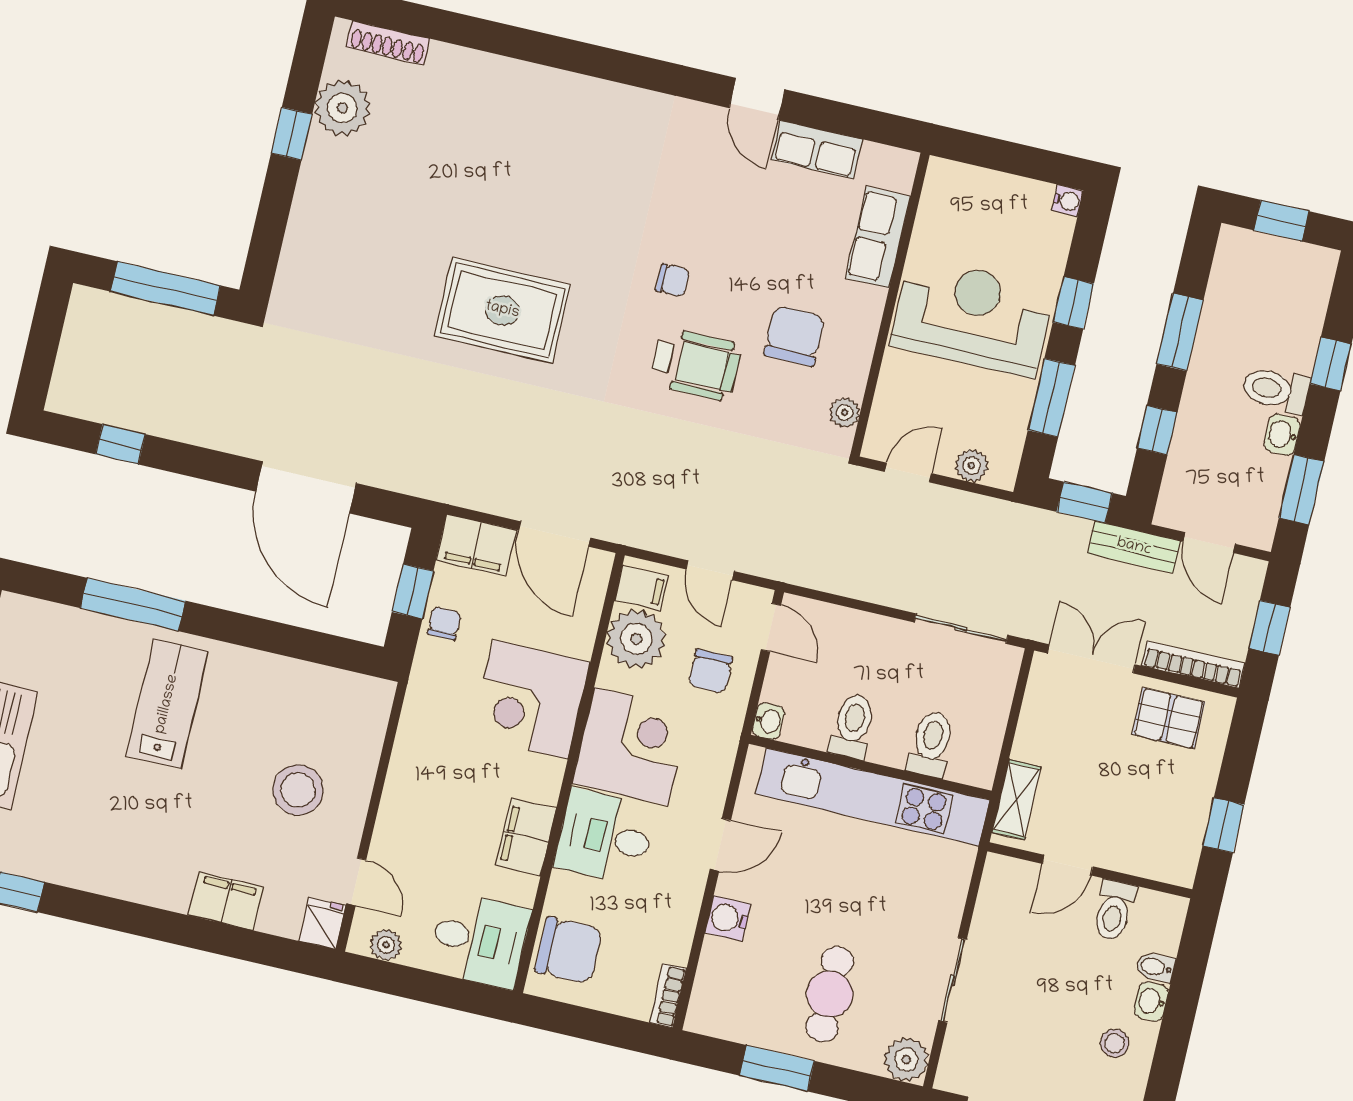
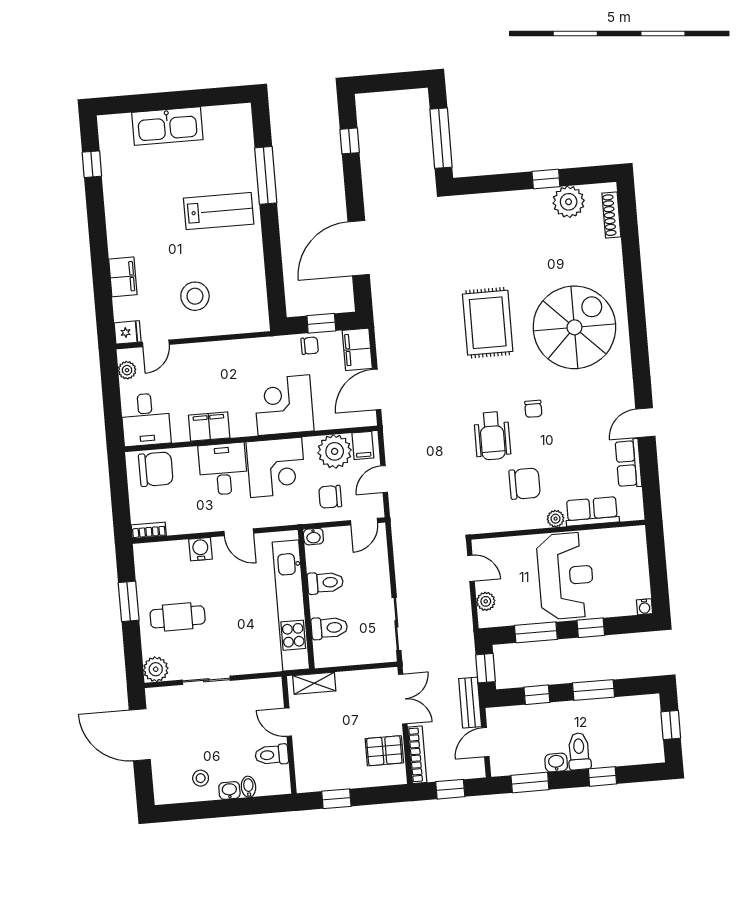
spiral stairs: (558, 166) -> (574, 327), added
plant: (845, 412) -> (556, 519), moved
pallet: (1168, 718) -> (384, 751), turned 90
chair: (569, 950) -> (156, 469), turned -90

